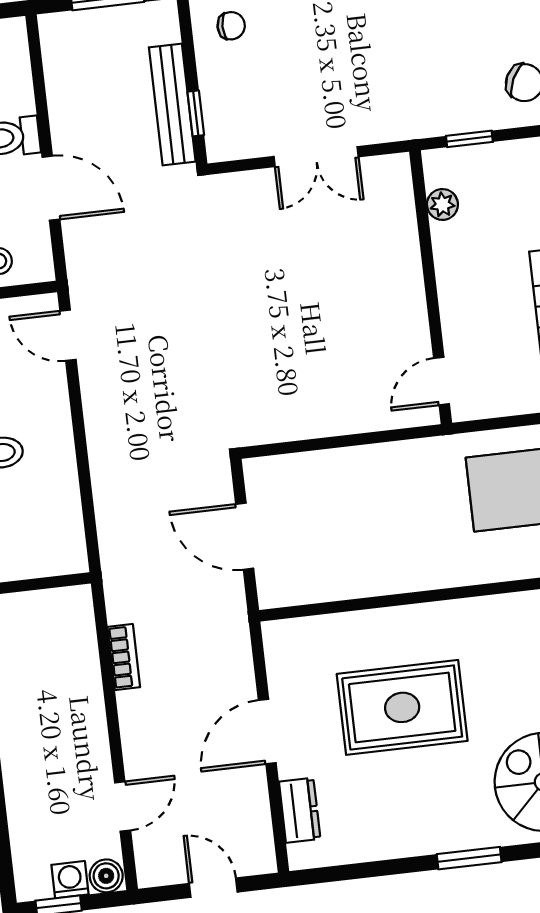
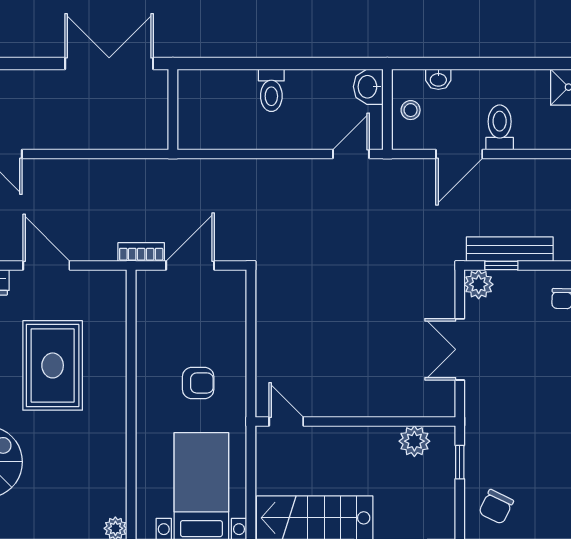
plant: (225, 141) -> (479, 284), added
plant: (442, 204) -> (414, 441), width x1.38, depth x1.38
armchair: (403, 507) -> (198, 383), added
bookcase: (124, 657) -> (141, 252), moved, turned 180

